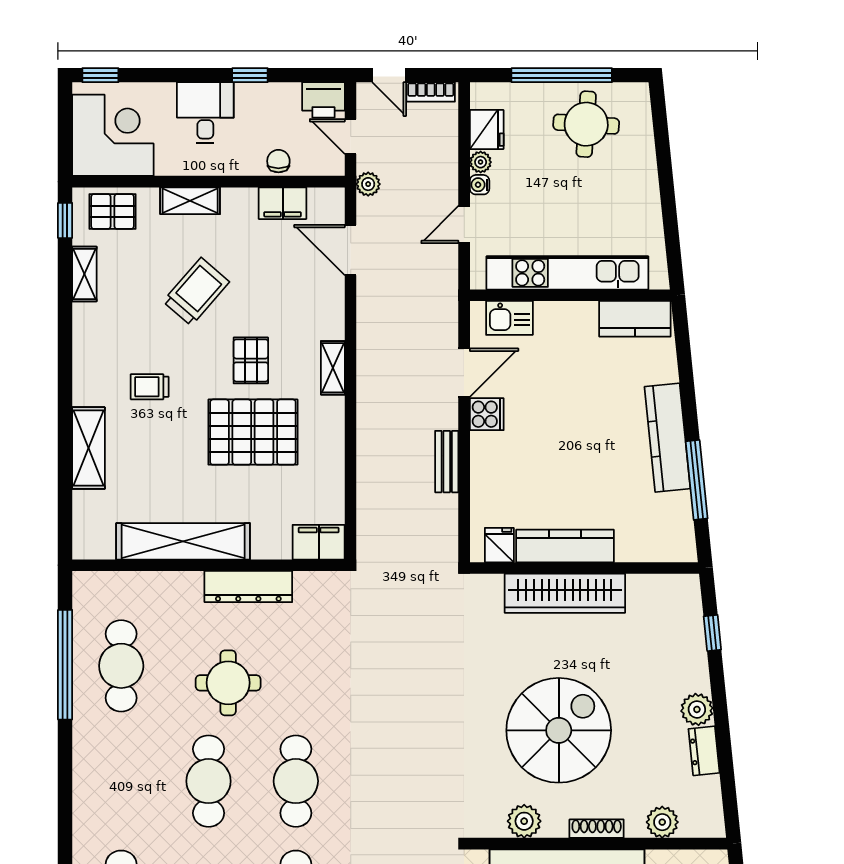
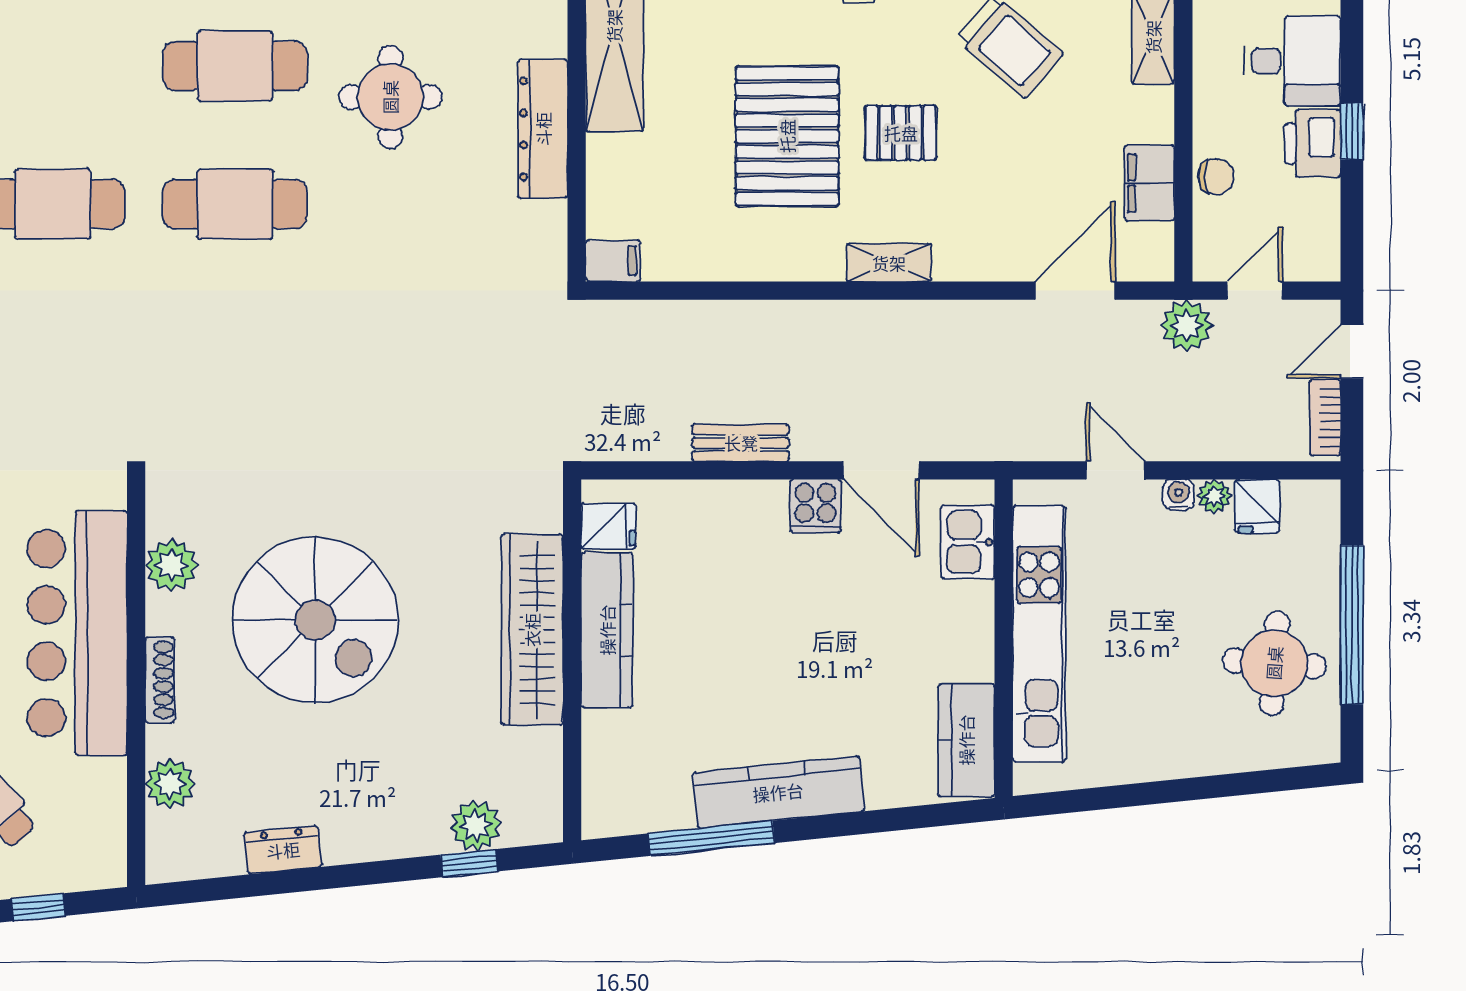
printer: (323, 100) -> (1313, 143), moved
fridge: (487, 130) -> (1257, 506), width x0.72
plant: (368, 184) -> (1187, 326), width x1.38, depth x1.38
filing cabinet: (319, 542) -> (613, 261), width x0.50
plant: (697, 709) -> (476, 826), moved

